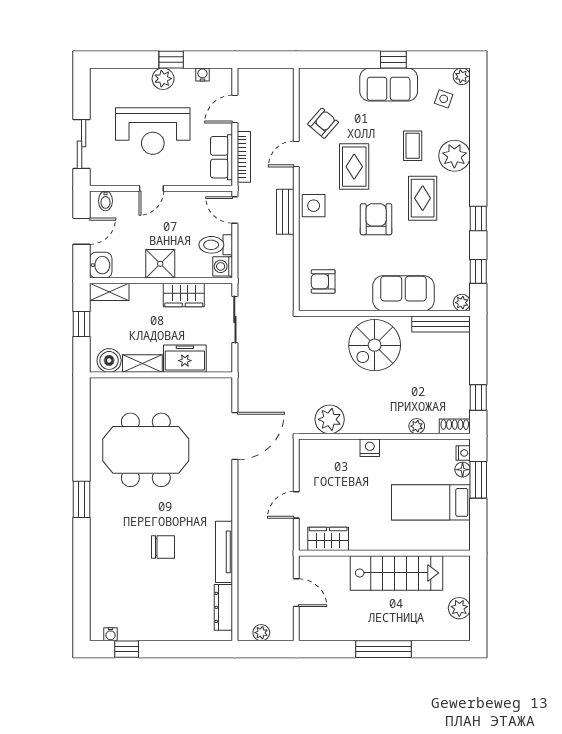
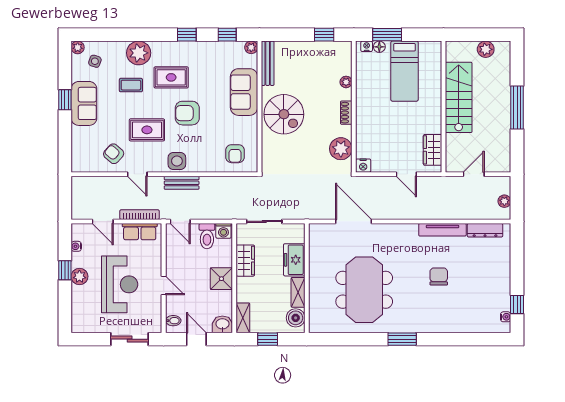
door: (235, 210) -> (180, 221), hinge flipped
shoe rack: (455, 426) -> (346, 113), moved
nightstand: (370, 448) -> (363, 166), moved, turned -90

